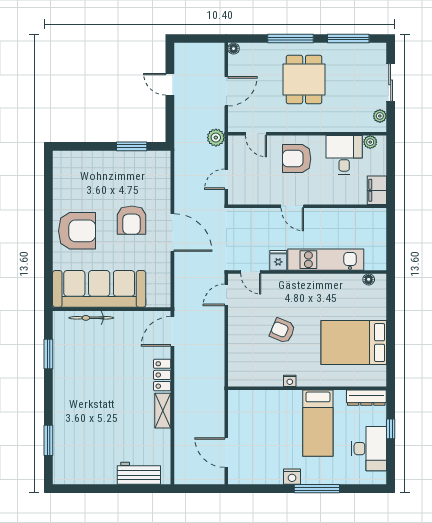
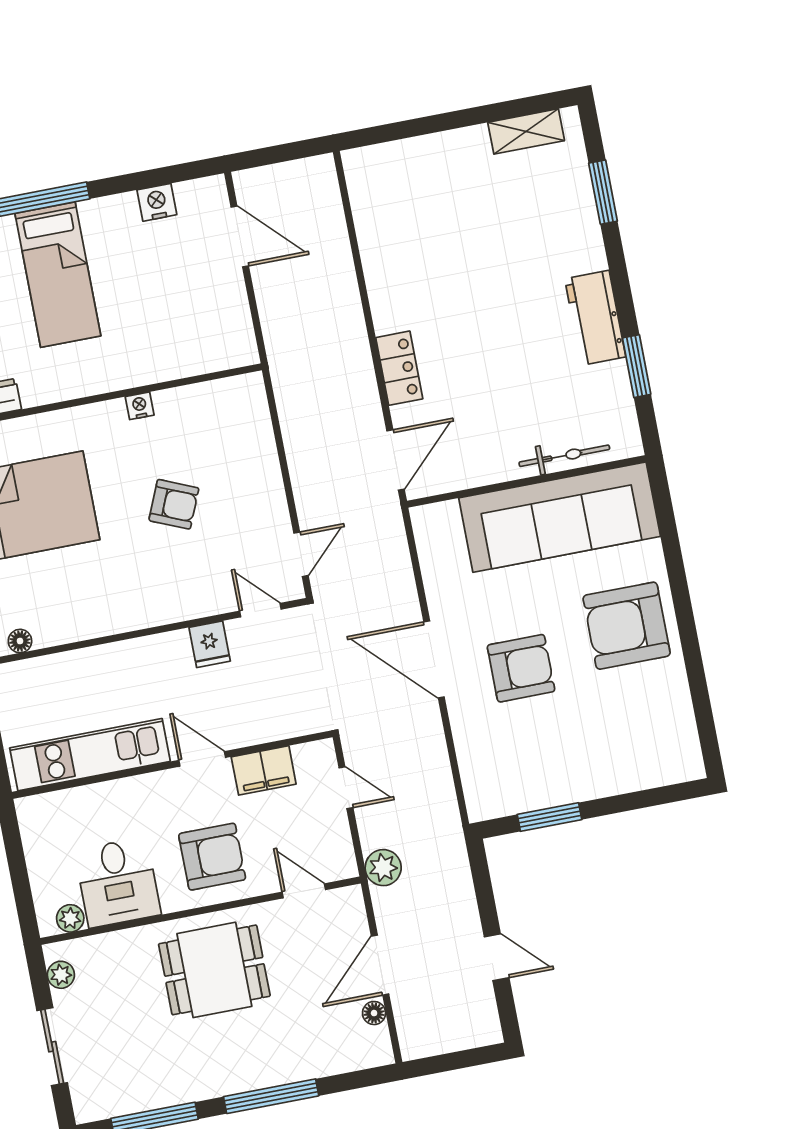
floor lamp: (234, 49) -> (374, 1013), moved
dining table: (304, 79) -> (214, 970), moved, turned 90
door: (226, 179) -> (346, 788), hinge flipped
filing cabinet: (377, 190) -> (264, 770), moved, turned 90
armchair: (132, 220) -> (521, 668), turned 90
kitchen unit: (326, 260) -> (90, 755), moved, turned 180
shelving: (163, 411) -> (526, 131), moved, turned 90
bed: (318, 423) -> (58, 275), moved, turned 180
workbench: (139, 473) -> (595, 318), moved, turned 90
nightstand: (292, 477) -> (157, 202), moved

